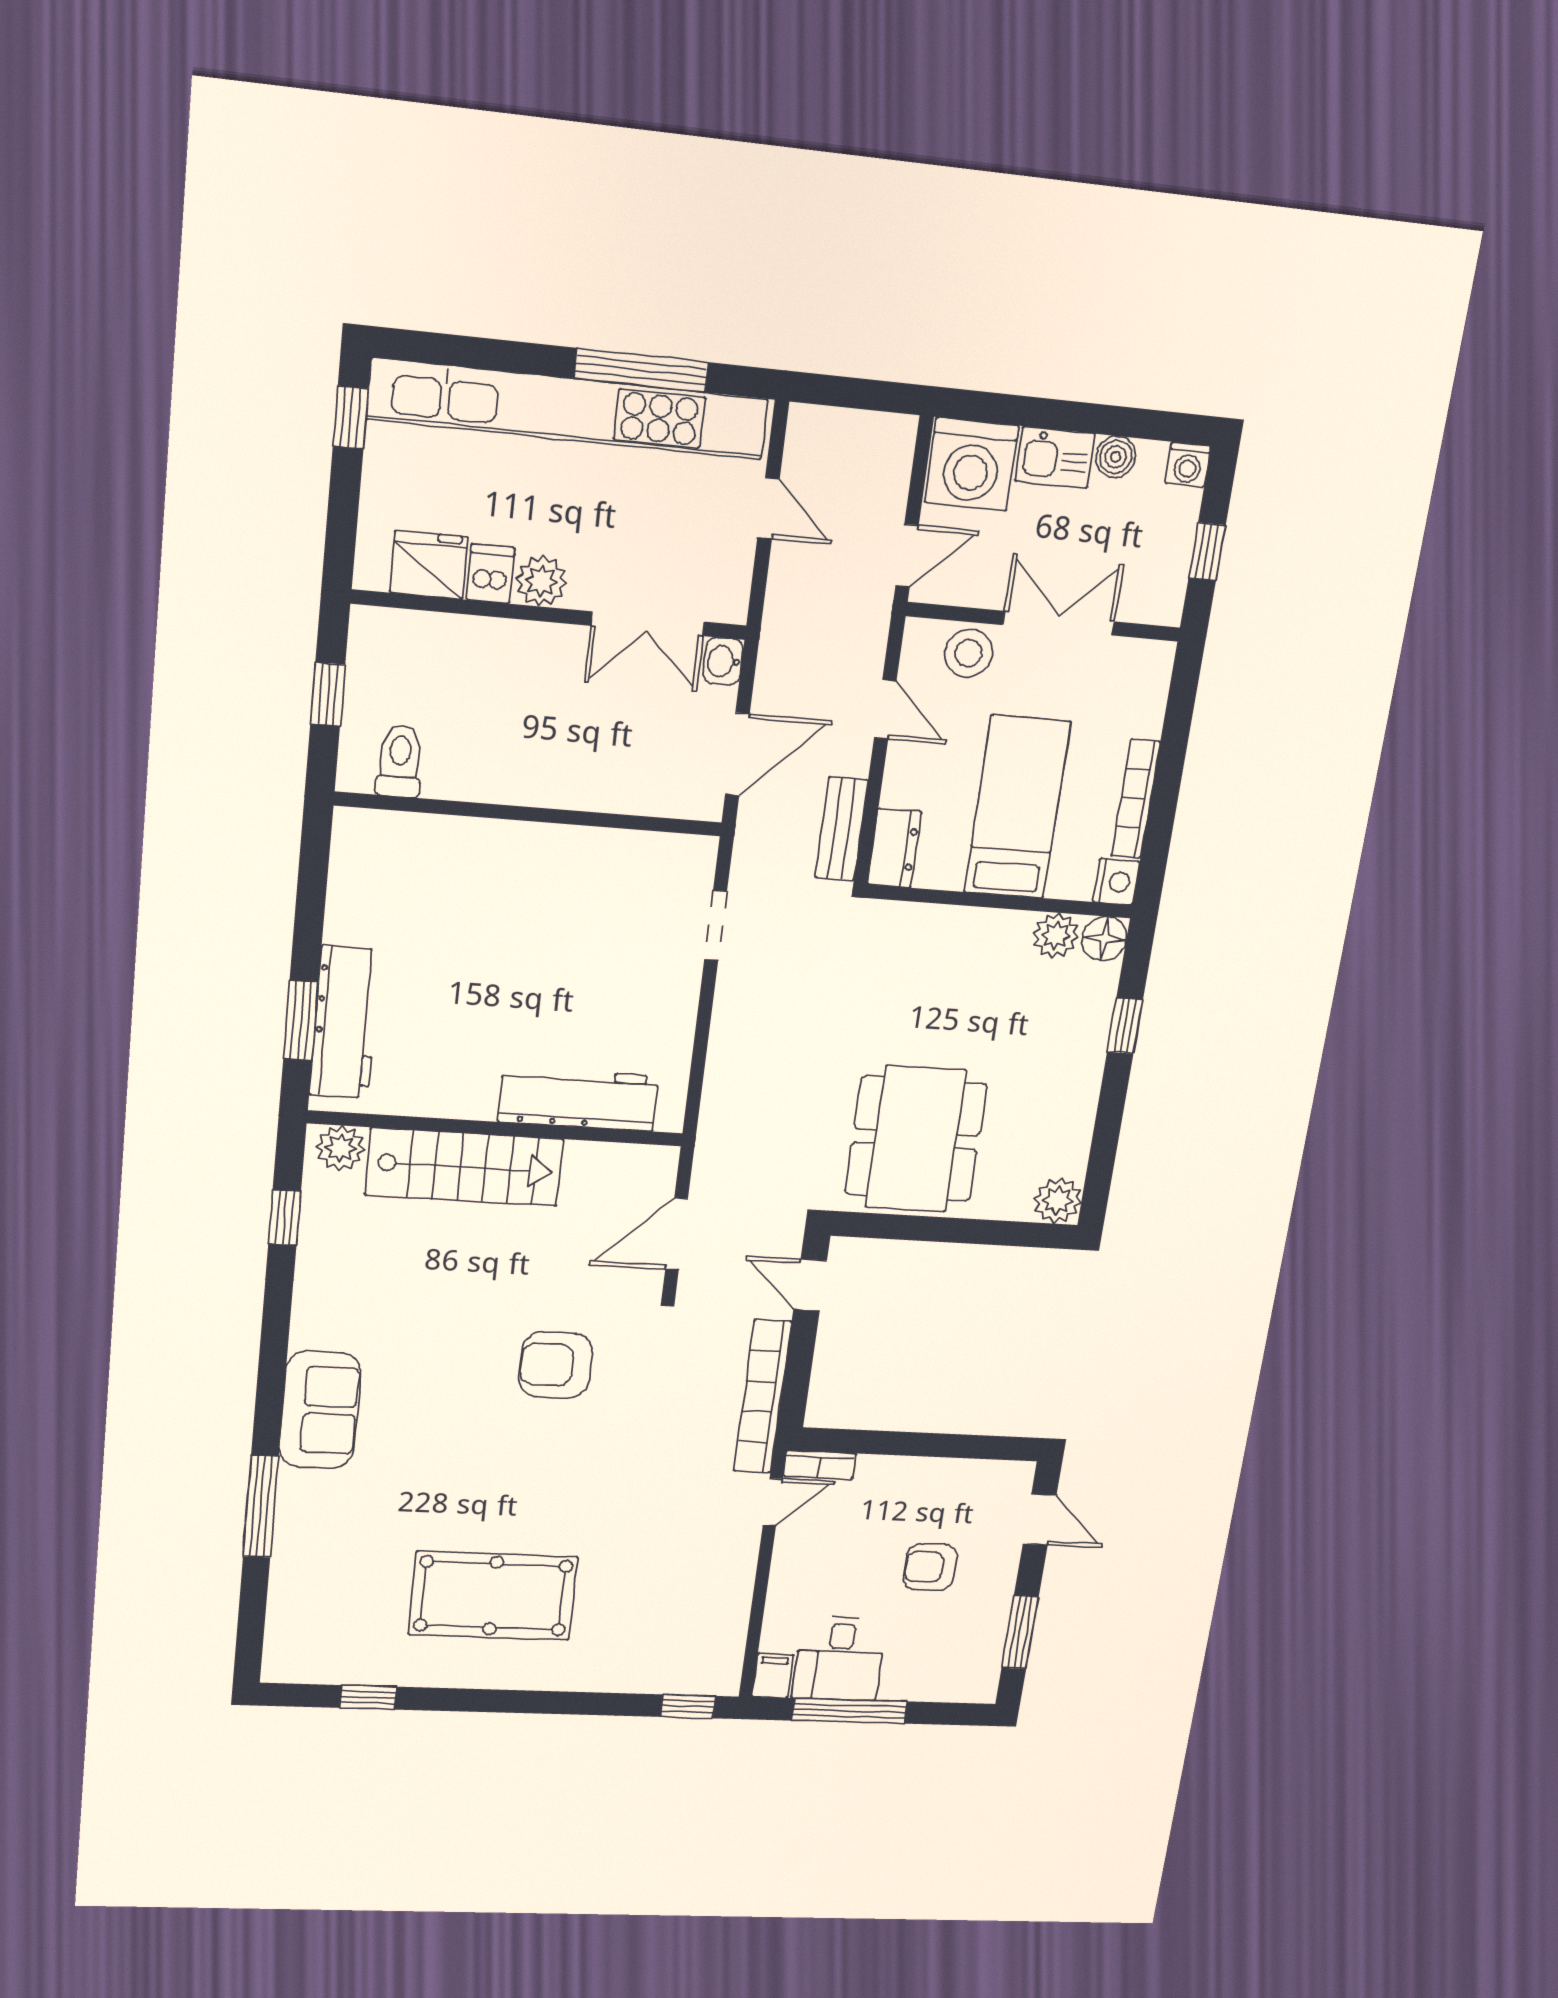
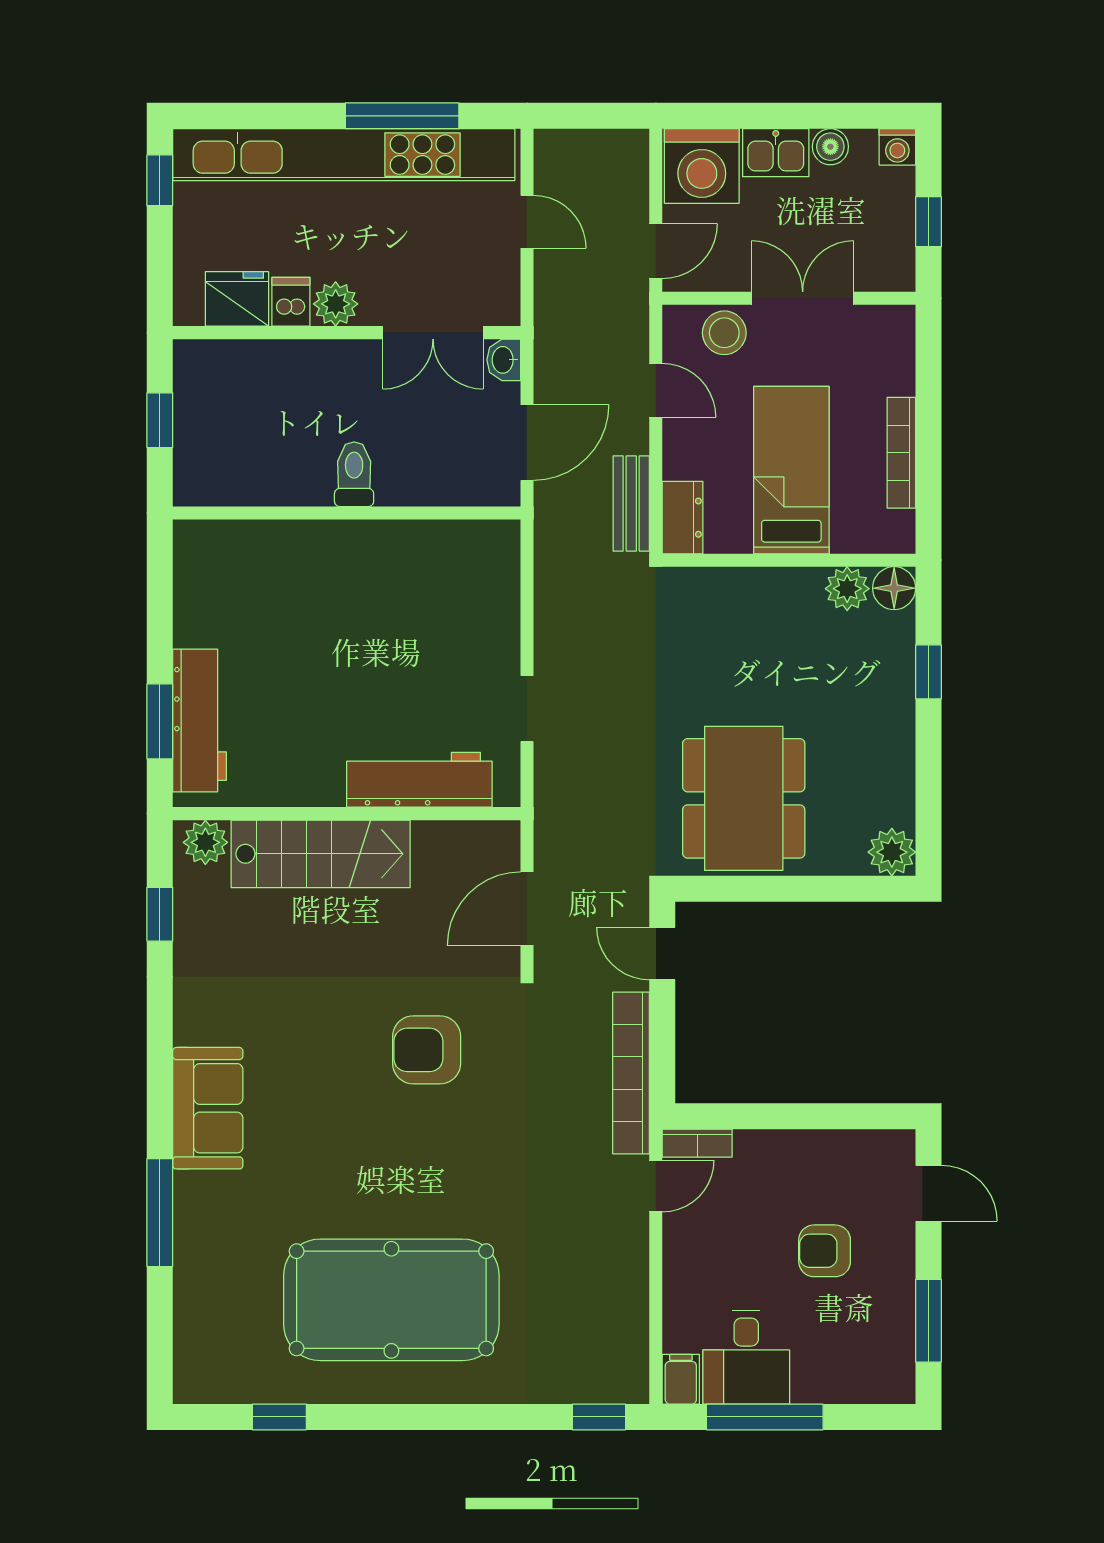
toilet: (400, 761) -> (354, 474), moved
nightstand: (1116, 882) -> (896, 533), removed
doorway: (716, 925) -> (527, 709), moved
pool table: (493, 1596) -> (391, 1300), width x1.36, depth x1.32

